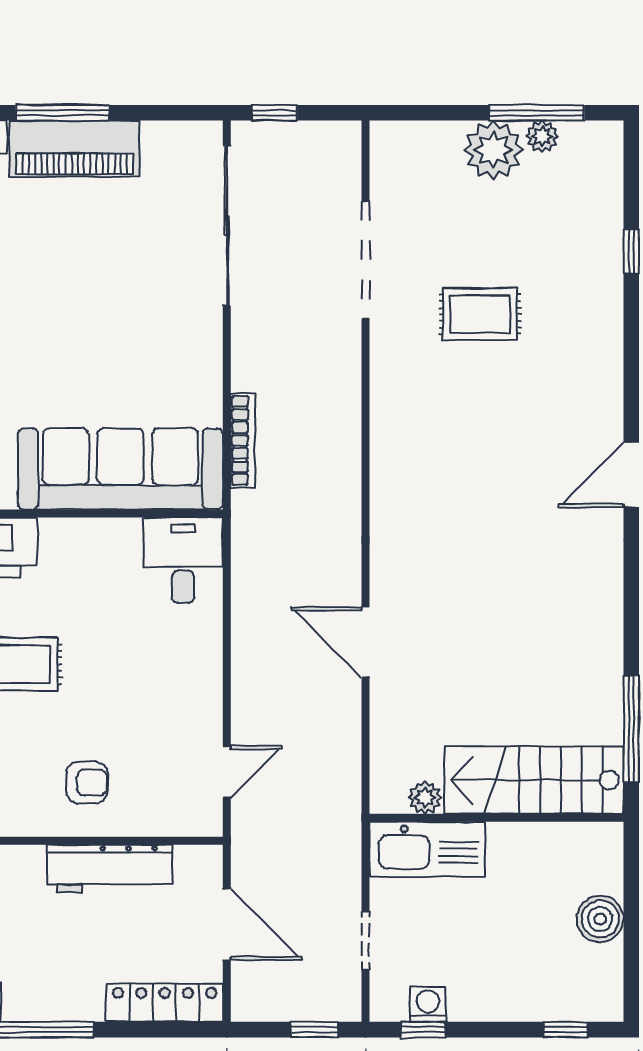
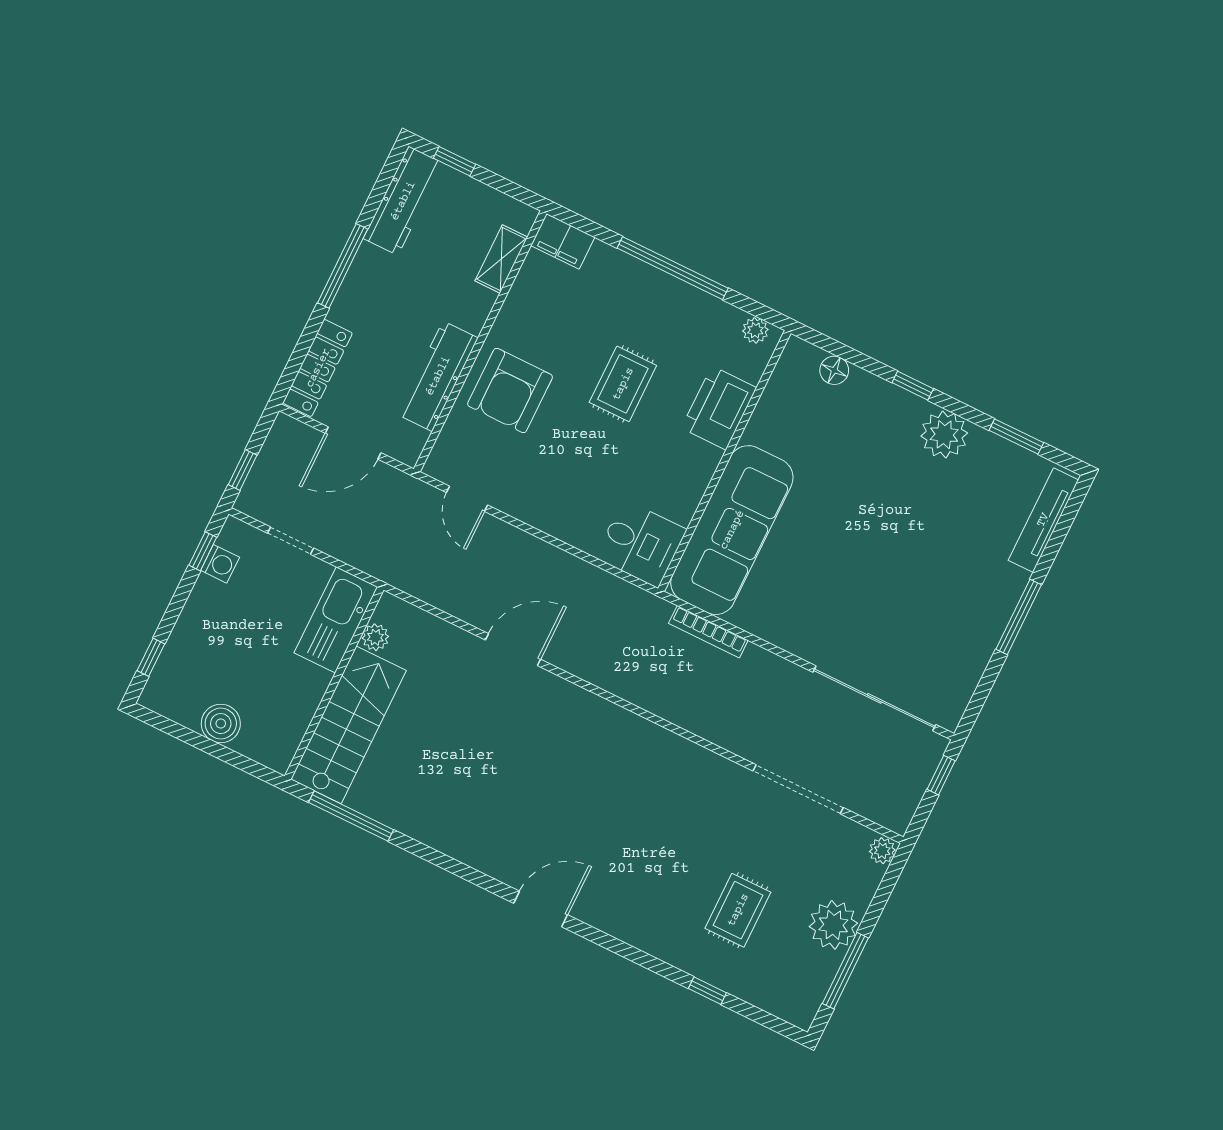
plant: (542, 136) -> (882, 851), moved
piano: (75, 149) -> (987, 613), removed
rug: (480, 314) -> (738, 910), moved
door: (631, 475) -> (541, 909), hinge flipped
armchair: (87, 783) -> (510, 390), width x1.88, depth x1.88

